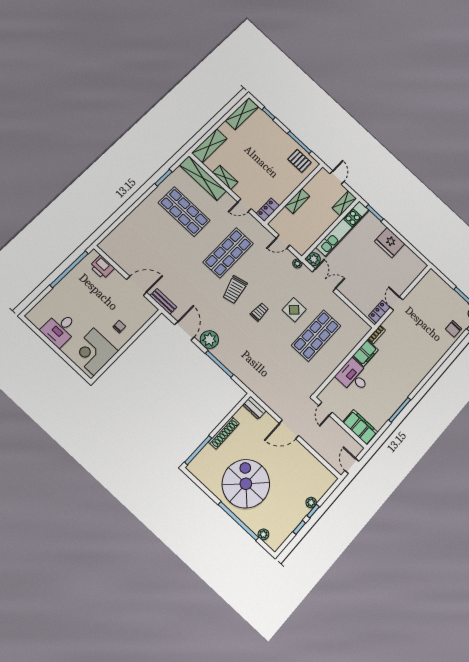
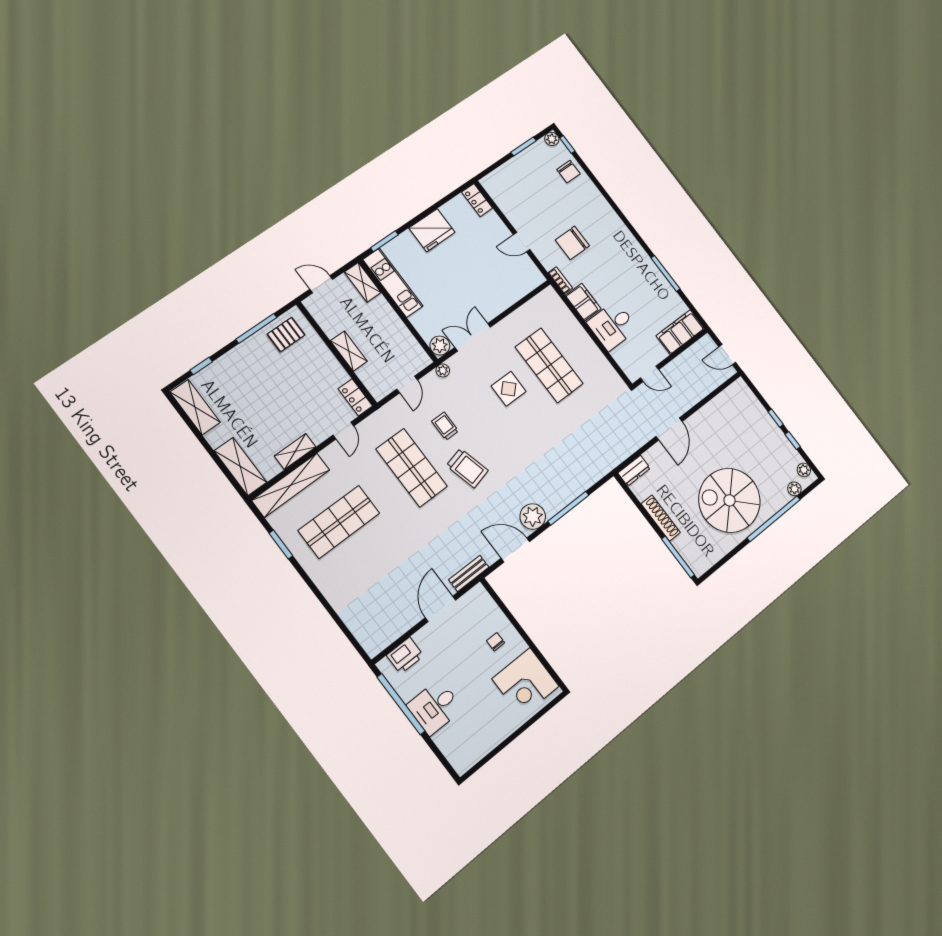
kitchen unit: (343, 229) -> (393, 283), width x0.73
trolley: (259, 312) -> (445, 426), moved
locker: (379, 312) -> (477, 200), moved
desk: (60, 329) -> (435, 707), moved, turned 90
chair: (405, 339) -> (572, 243), added
plant: (311, 503) -> (804, 470), moved

